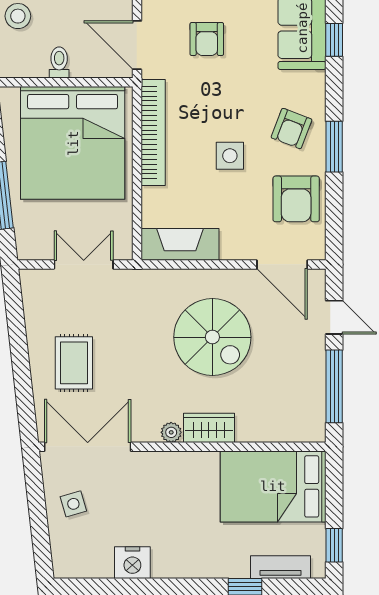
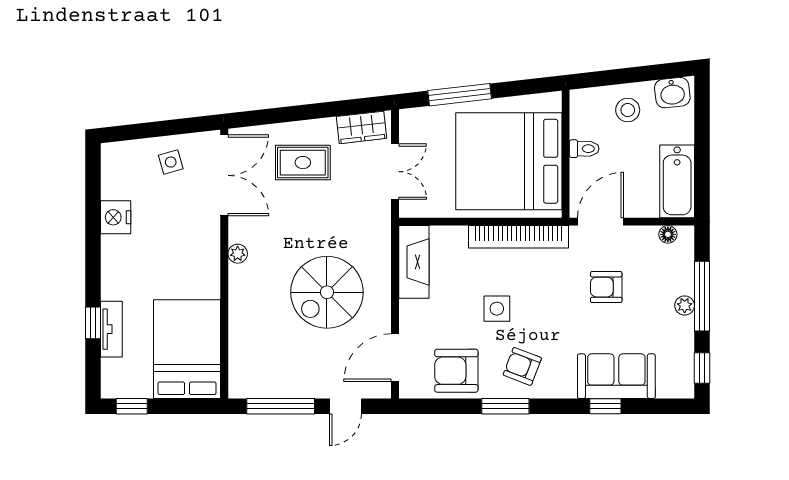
wardrobe: (209, 428) -> (362, 127), moved, turned 83
tv unit: (281, 567) -> (111, 329), moved

